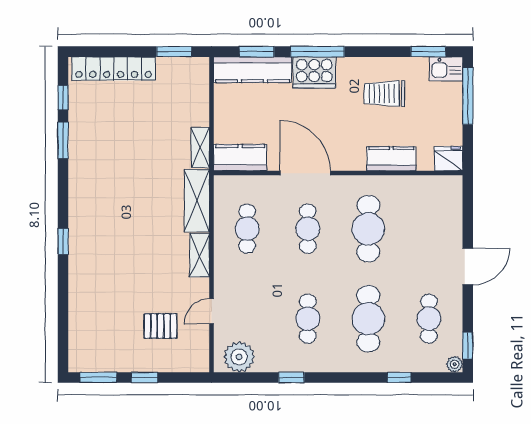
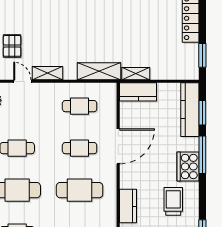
cooker: (314, 72) -> (188, 167), moved
kitchen counter: (240, 158) -> (138, 92), moved, turned 90
shelving: (200, 255) -> (48, 73), moved

